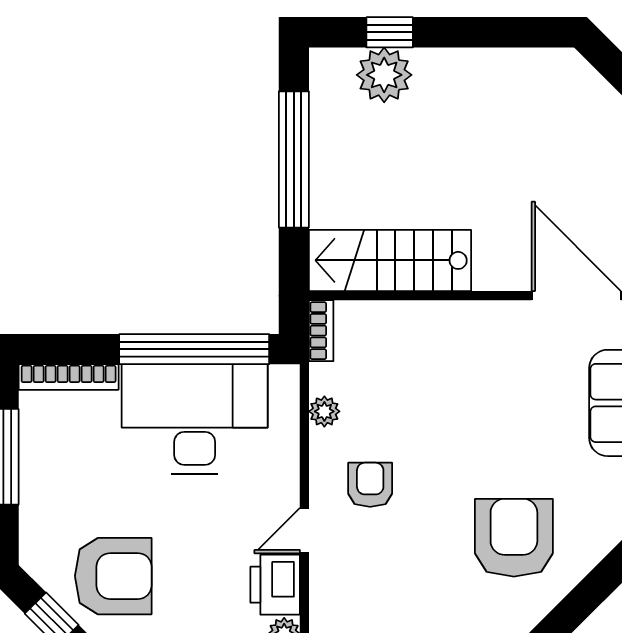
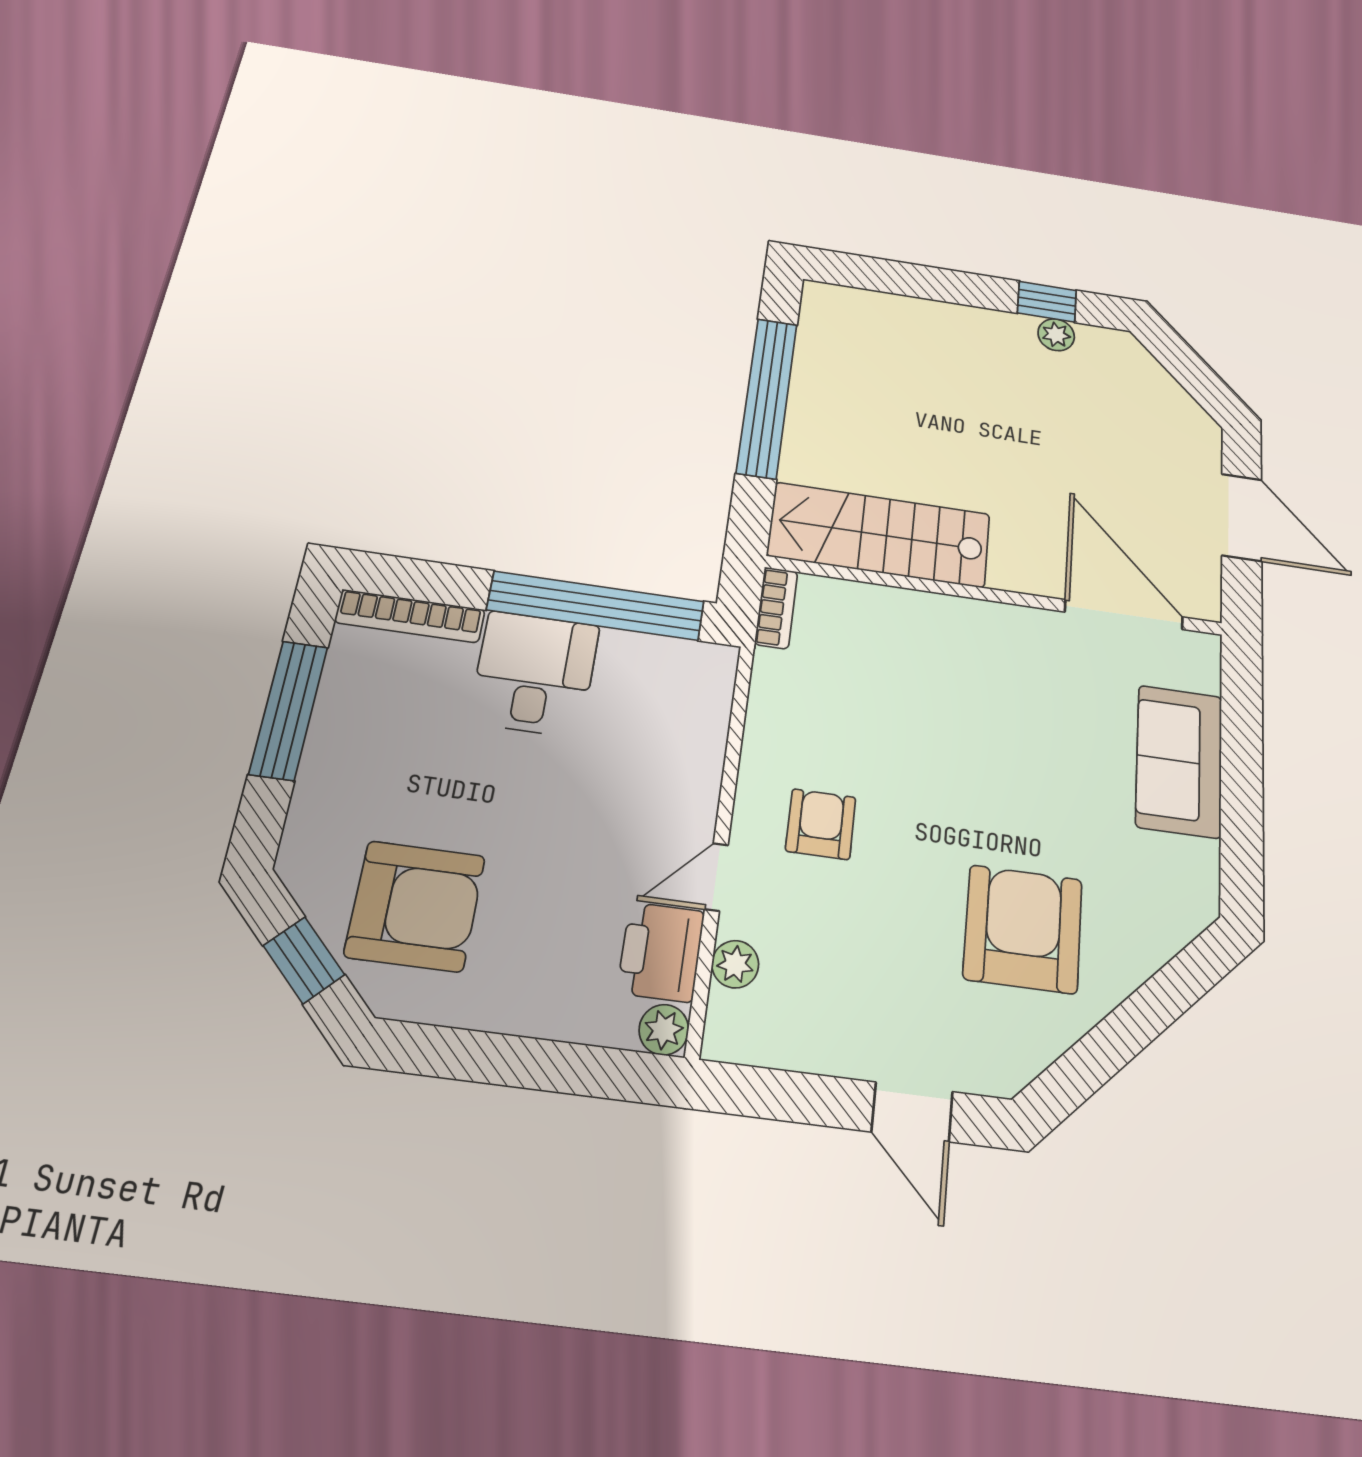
window: (390, 32) -> (1047, 302), moved
plant: (384, 75) -> (1056, 335), moved, width x0.53, depth x0.53
plant: (324, 411) -> (735, 964), moved
desk: (195, 419) -> (534, 674), width x0.53, depth x0.77

